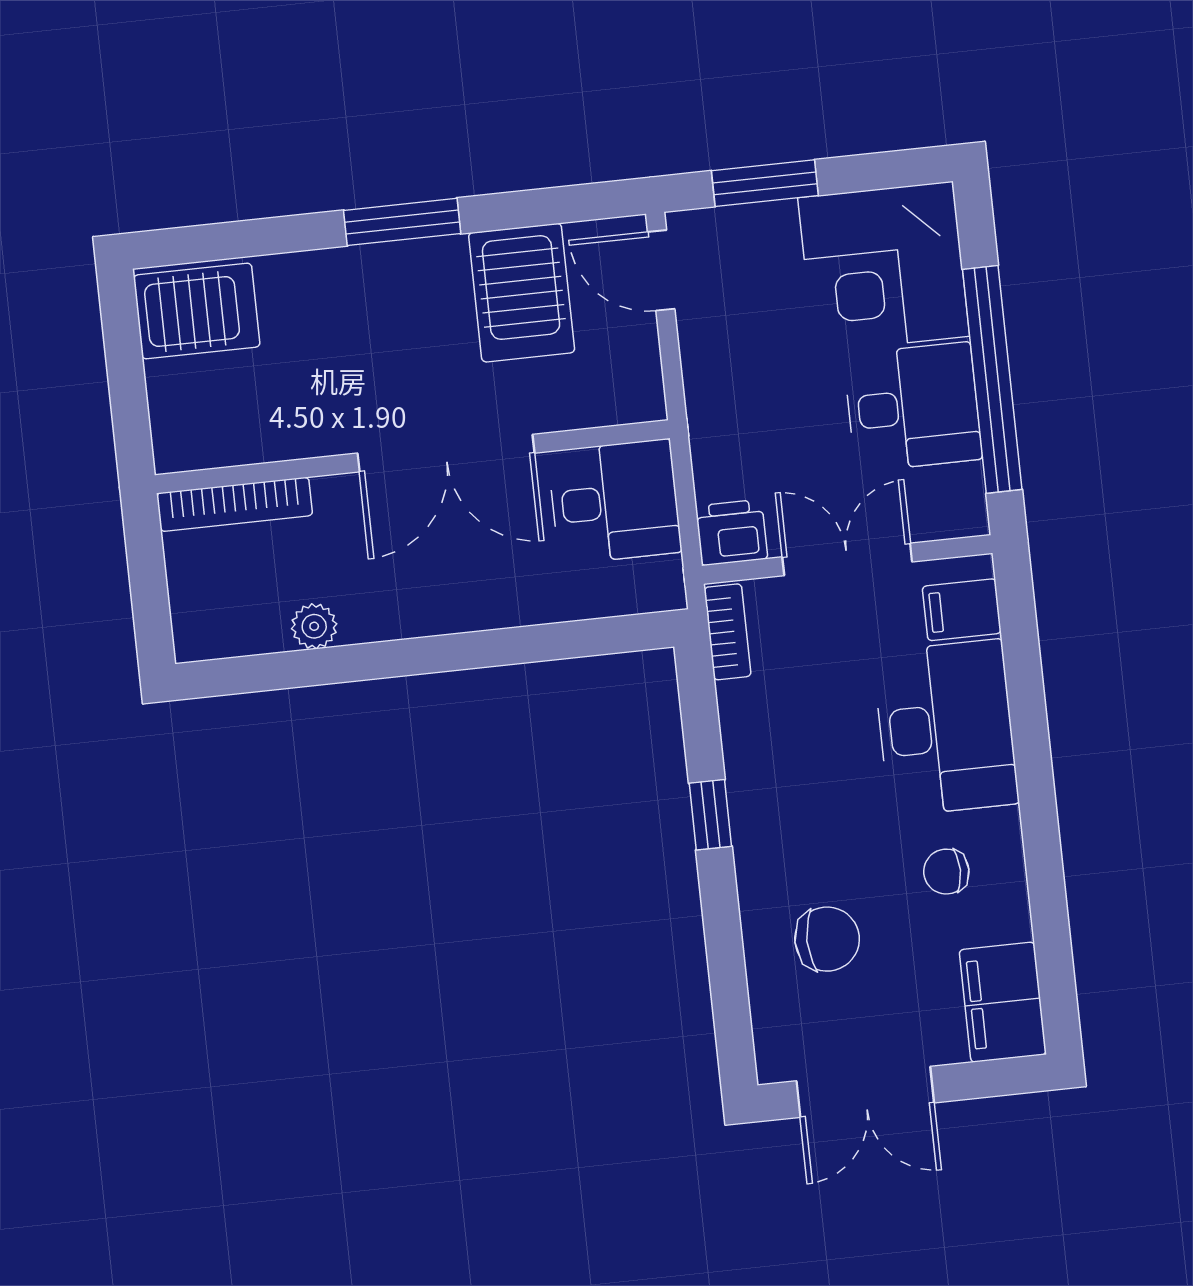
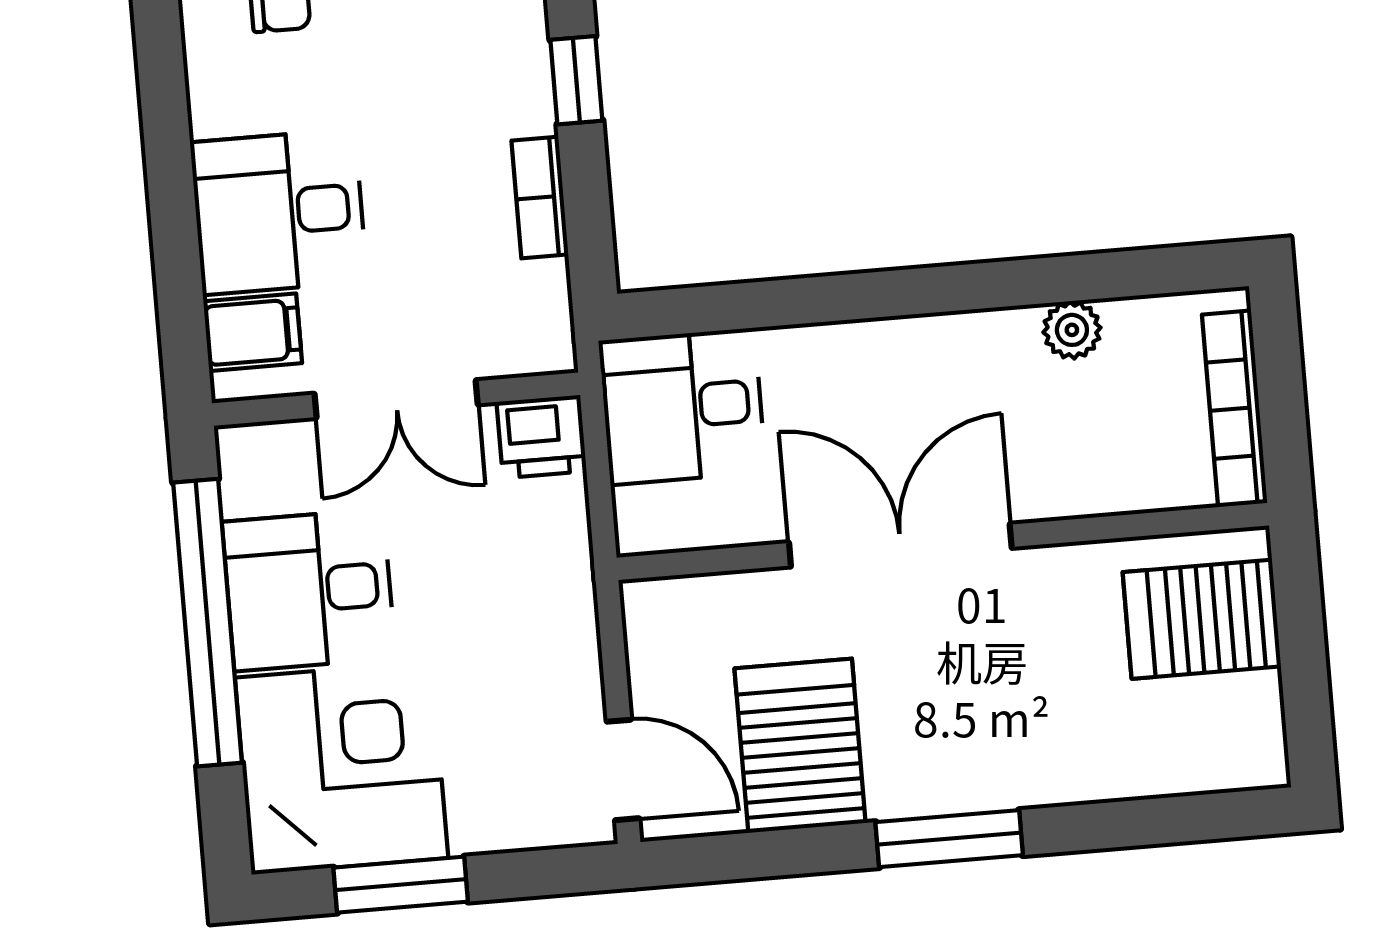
window: (765, 183) -> (401, 885), moved
server rack: (197, 311) -> (1202, 619), moved
desk: (615, 502) -> (682, 406), moved
bookcase: (235, 504) -> (1235, 409), moved, turned -90
bookcase: (728, 632) -> (540, 198), moved
desk: (946, 728) -> (279, 212), width x0.73

